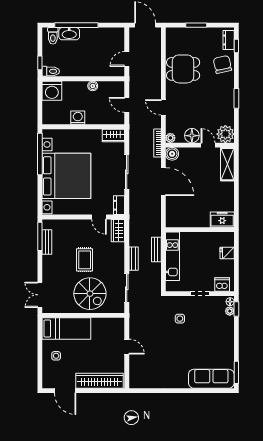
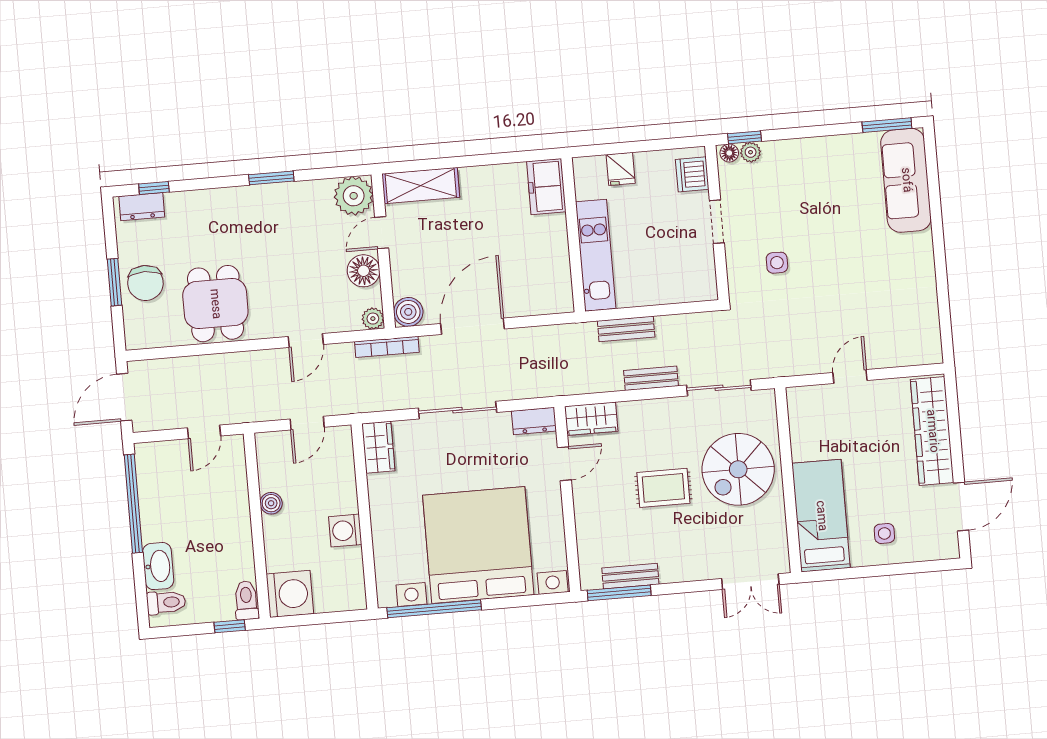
window: (76, 25) -> (133, 504), moved
door: (127, 59) -> (204, 432), hinge flipped
chair: (222, 64) -> (145, 283), moved, turned -78
kitchen unit: (172, 256) -> (596, 255), moved, turned 90
spiral stairs: (90, 294) -> (738, 469), turned 180

